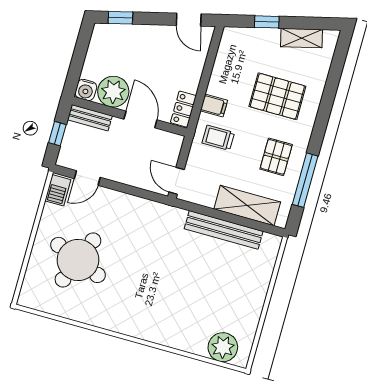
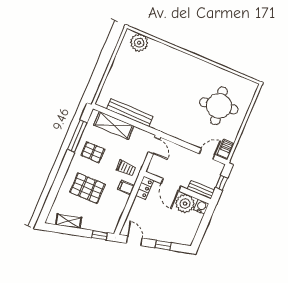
window: (120, 18) -> (163, 245), moved
window: (267, 22) -> (100, 235), moved
pallet: (276, 157) -> (93, 152), turned 90
round table: (78, 260) -> (219, 106), turned -31

